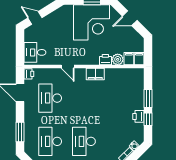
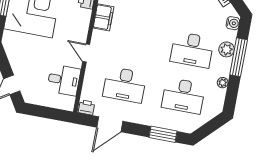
desk: (35, 52) -> (64, 80), moved, turned -90
door: (68, 67) -> (86, 53), swing flipped

